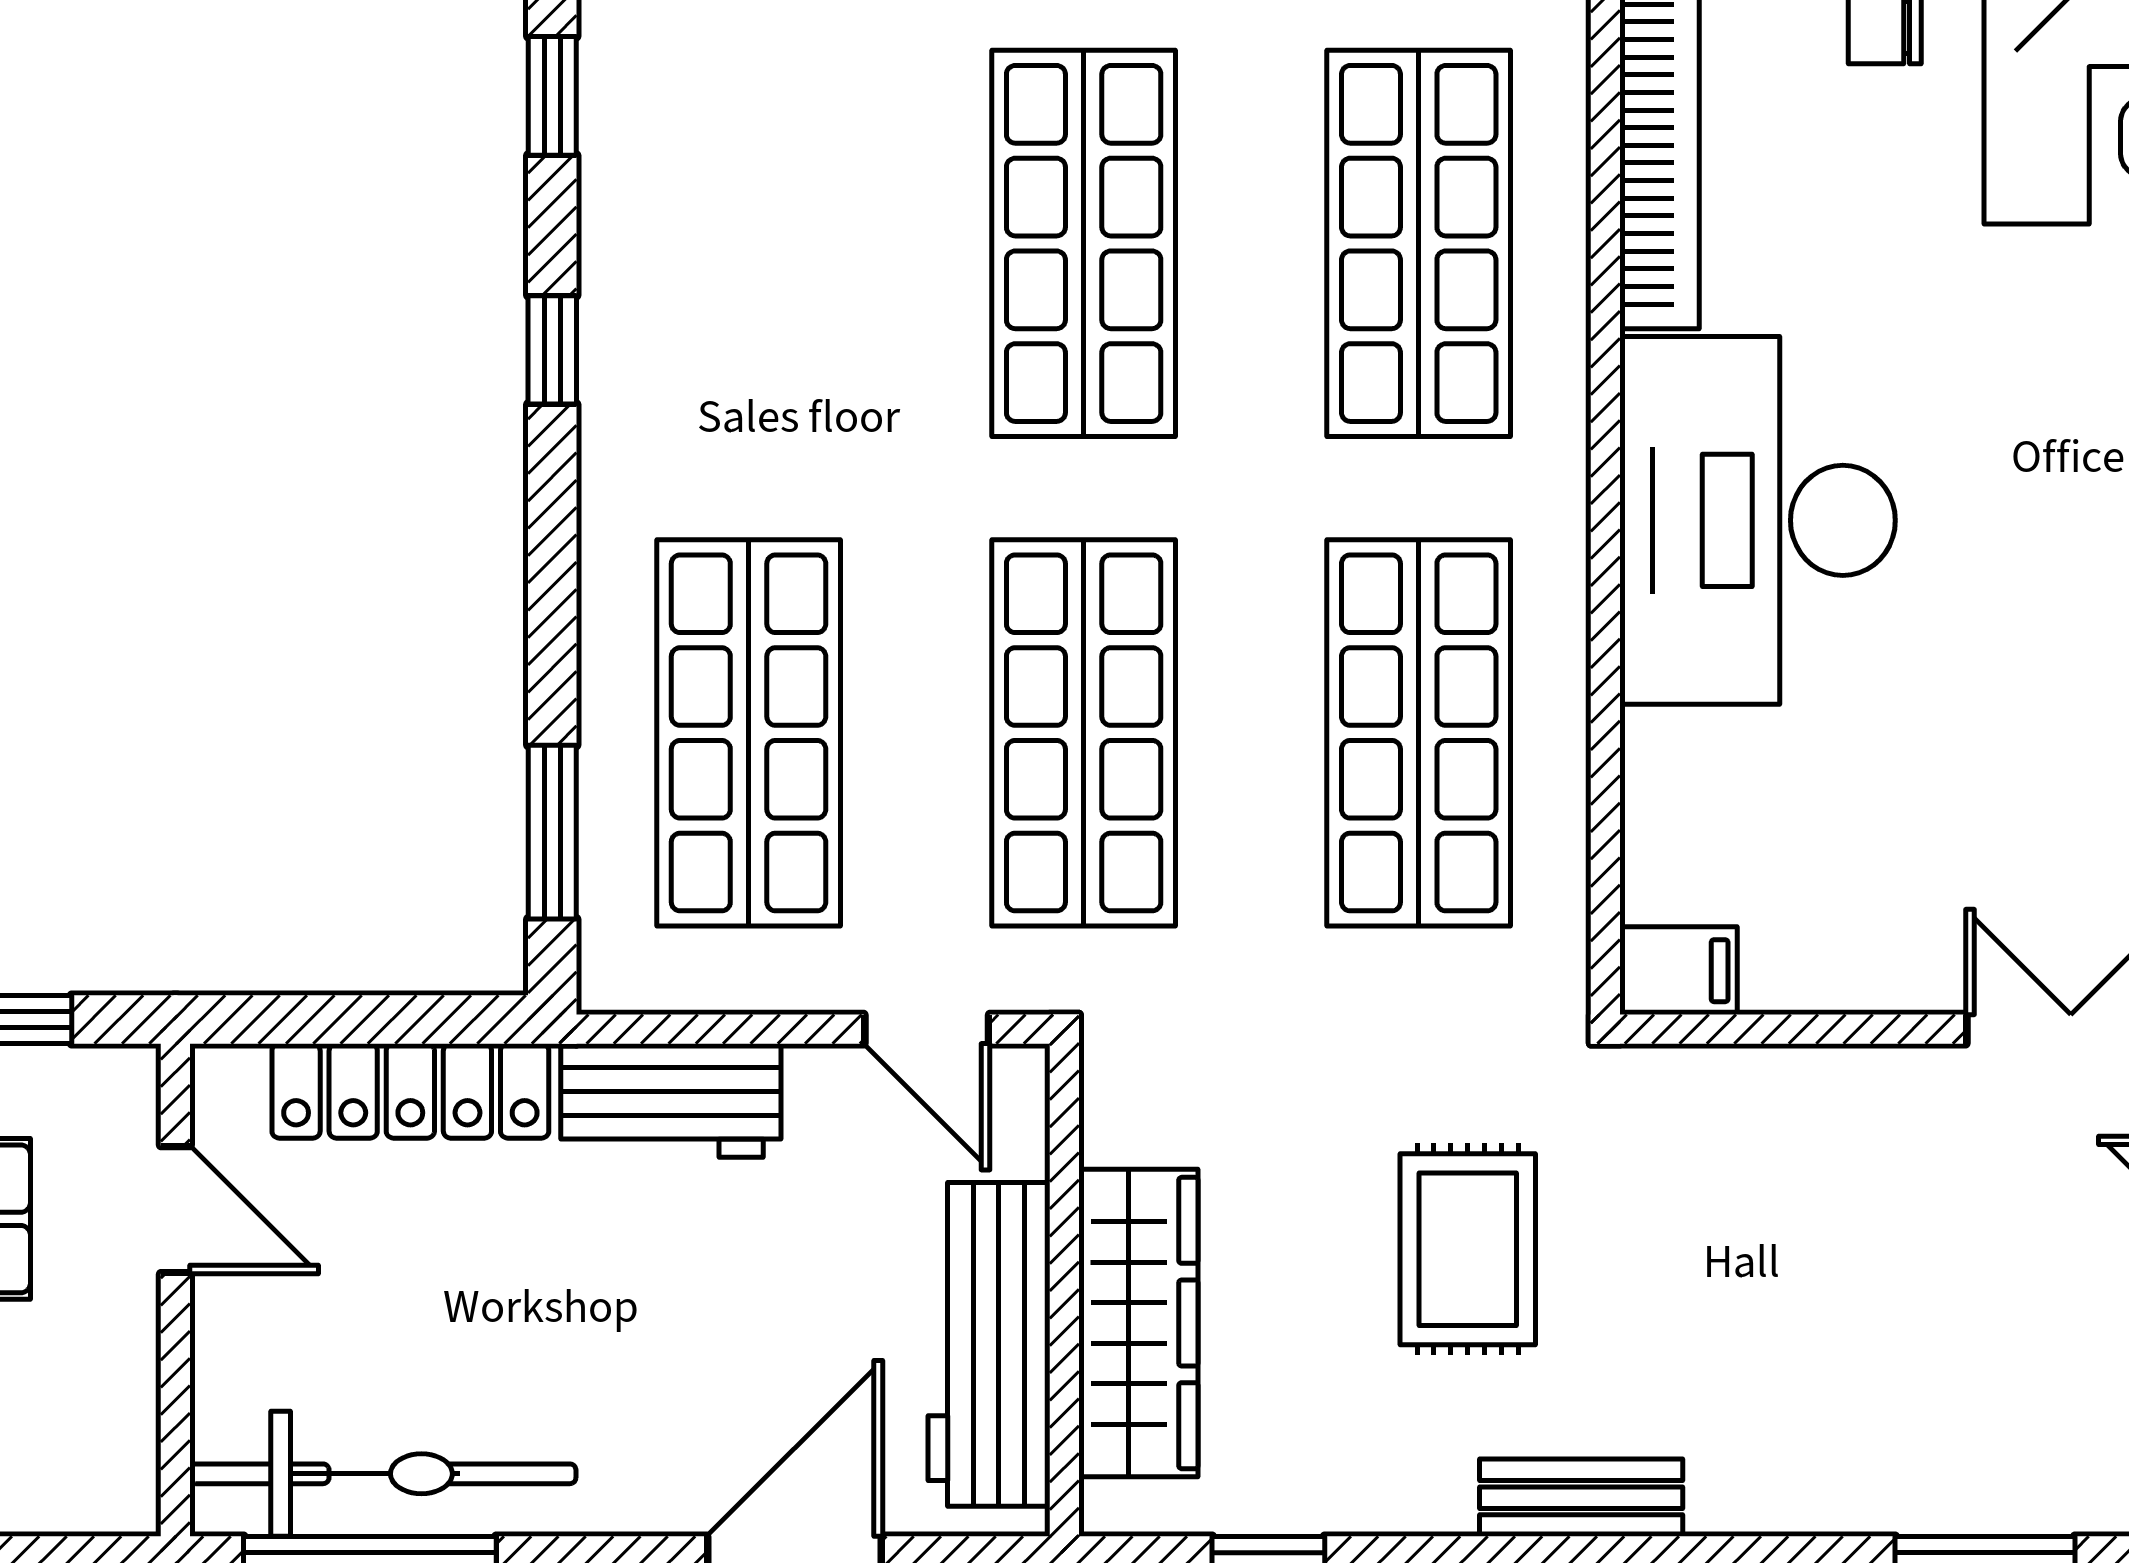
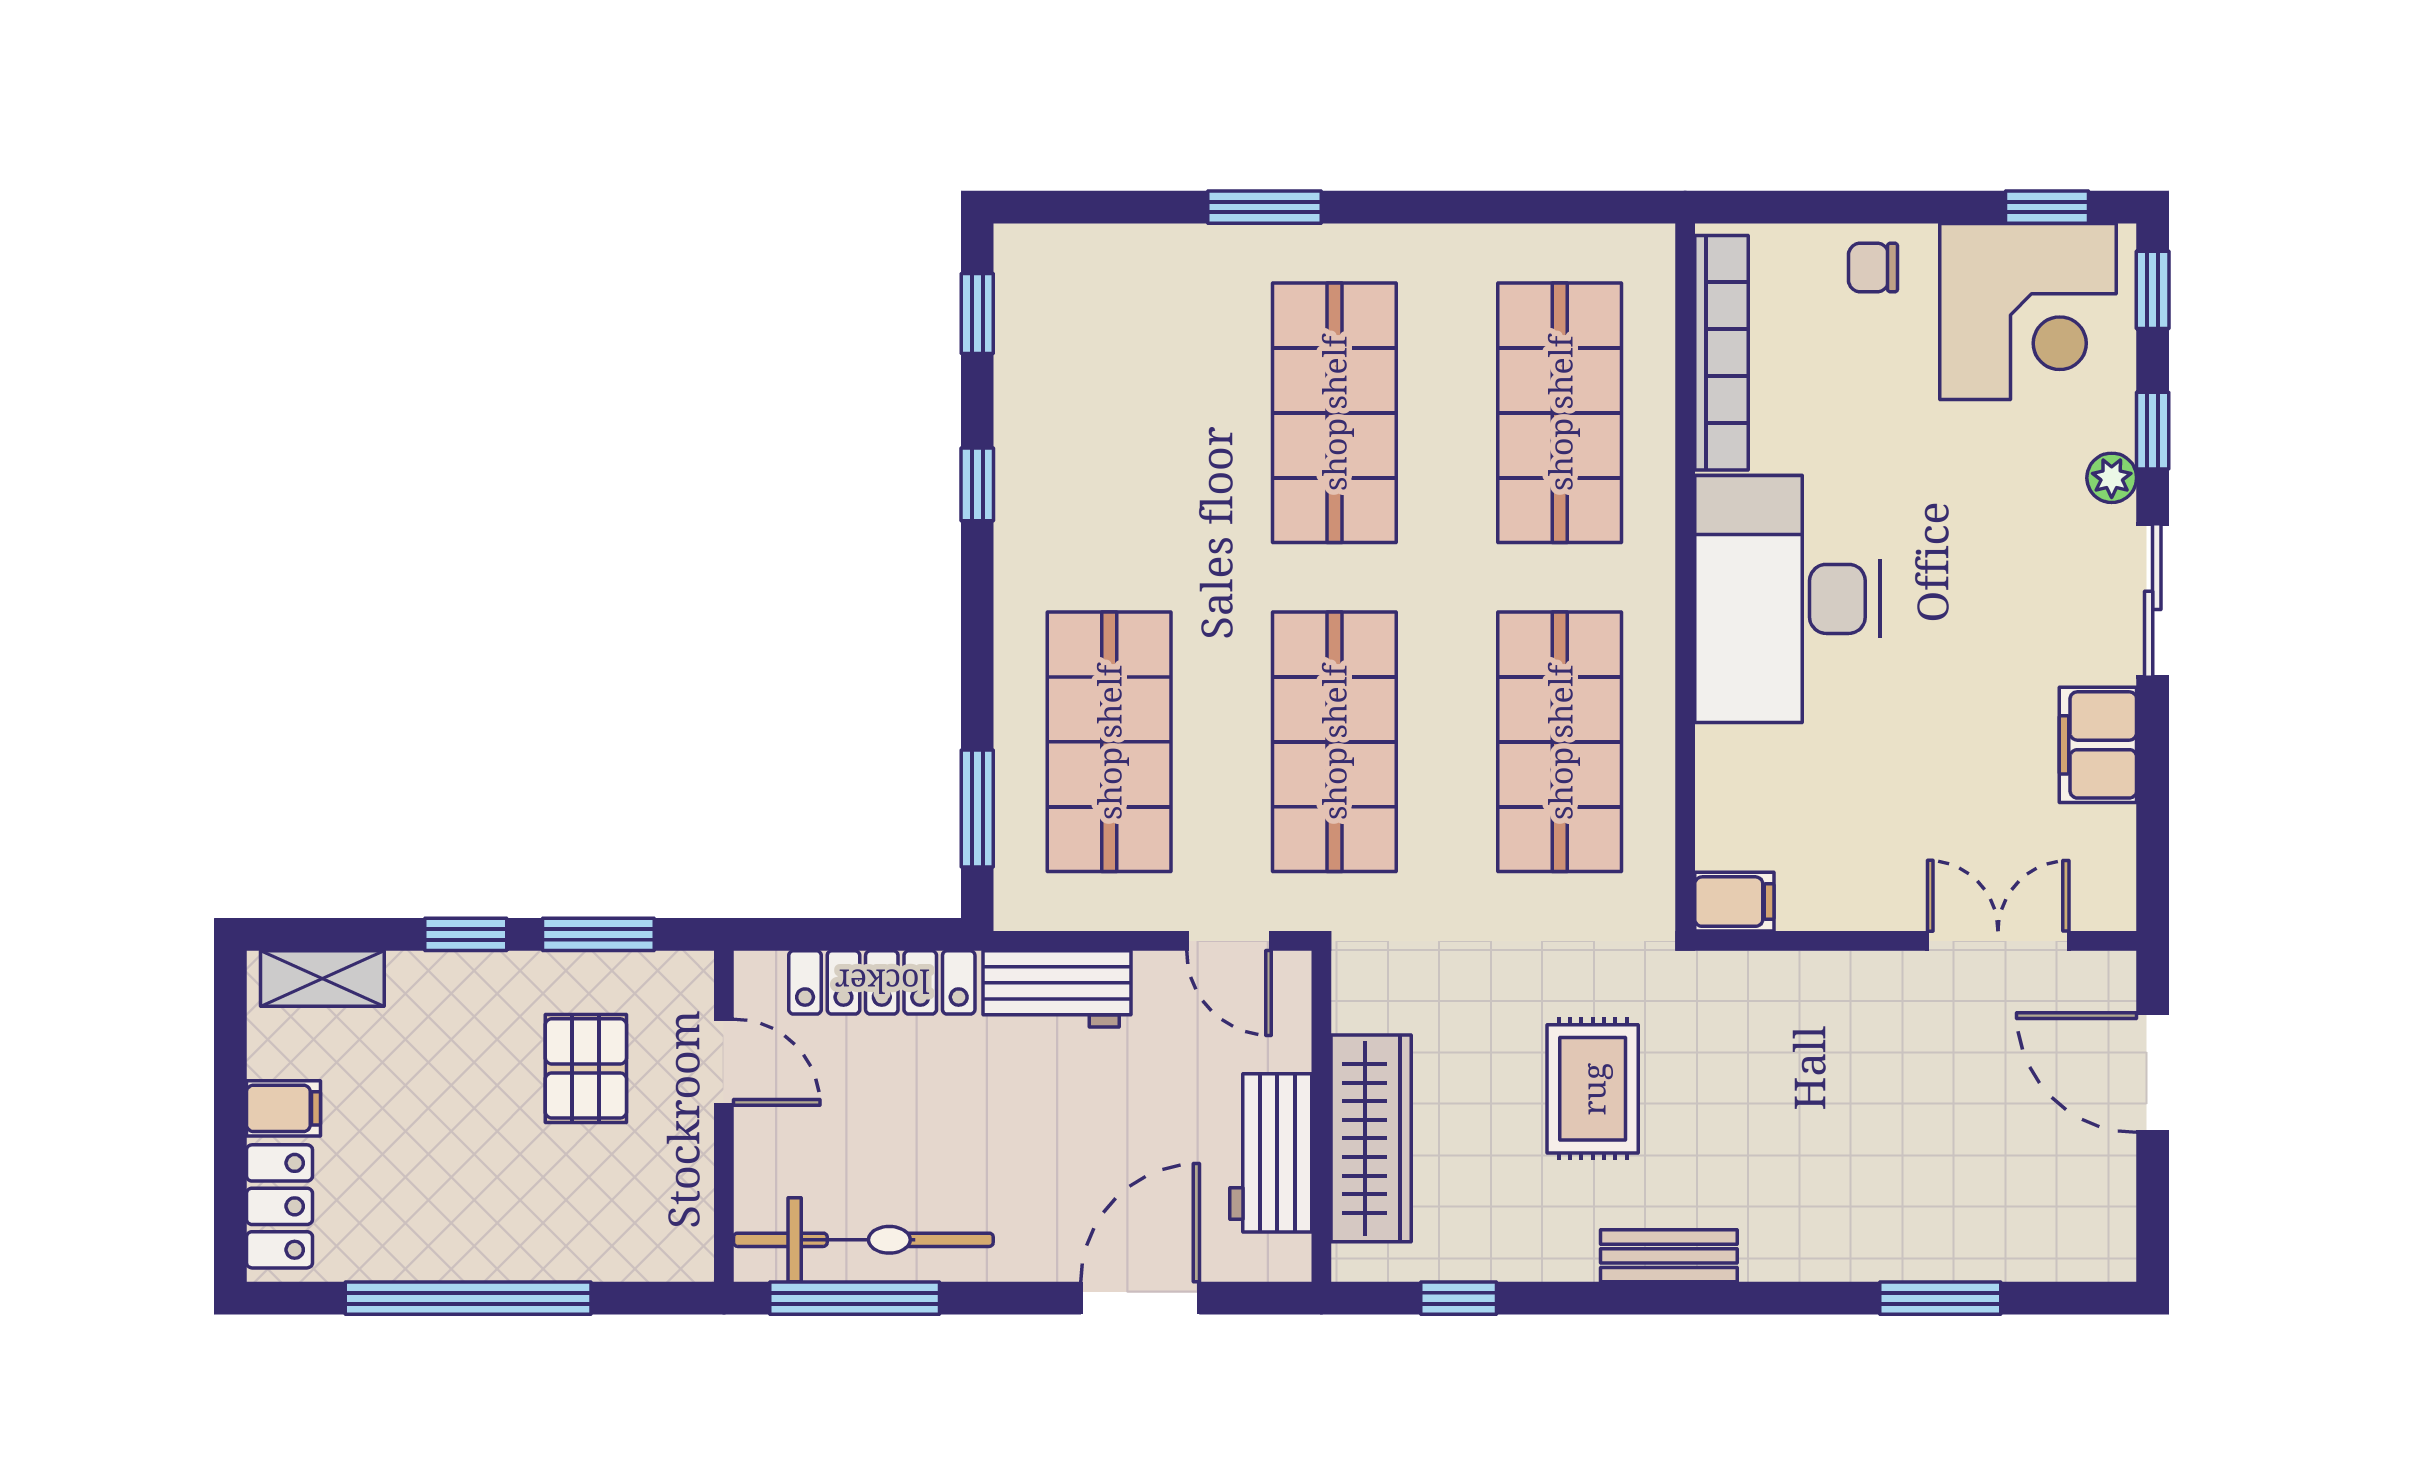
workbench: (989, 1344) -> (1271, 1153), width x0.73

